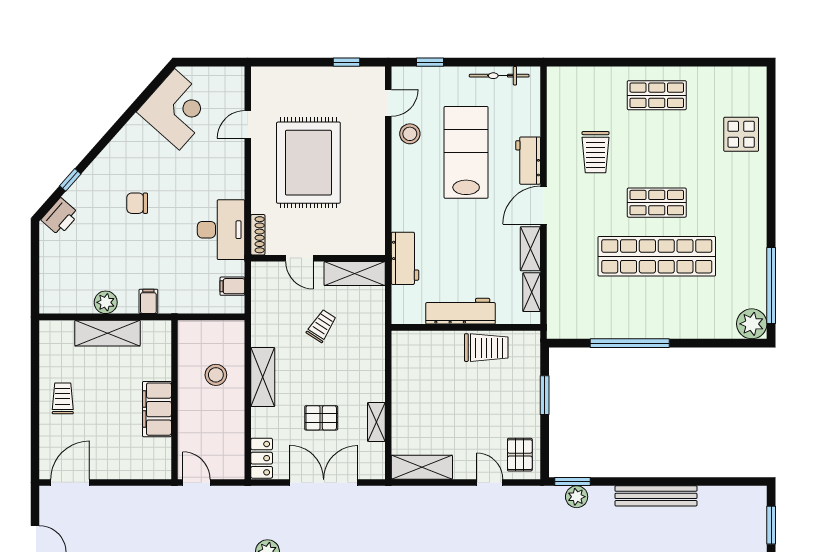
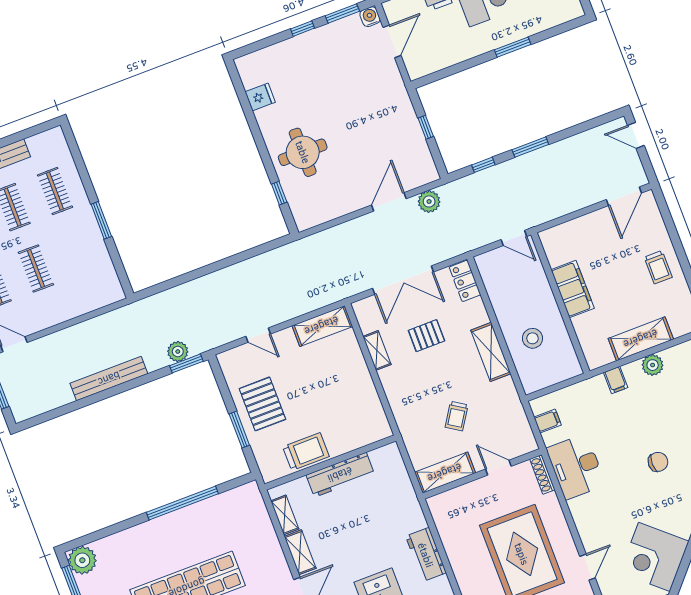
workbench: (405, 258) -> (426, 555), moved
trolley: (486, 348) -> (306, 452), turned 180
pallet: (520, 455) -> (262, 404), moved, width x1.50, depth x1.42

